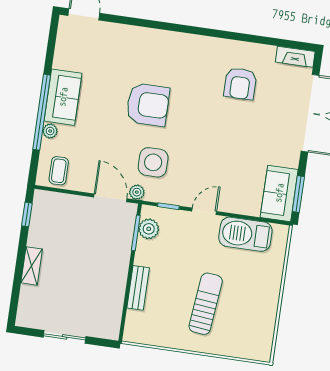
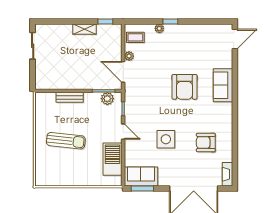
sofa: (63, 97) -> (223, 85), moved, turned 90
window: (42, 112) -> (170, 22), width x0.32
side table: (153, 162) -> (166, 139), moved
plant: (137, 192) -> (129, 56), moved
door: (110, 198) -> (123, 72), swing flipped
shelving: (32, 266) -> (84, 29), moved
sliding door: (65, 337) -> (33, 46), moved

